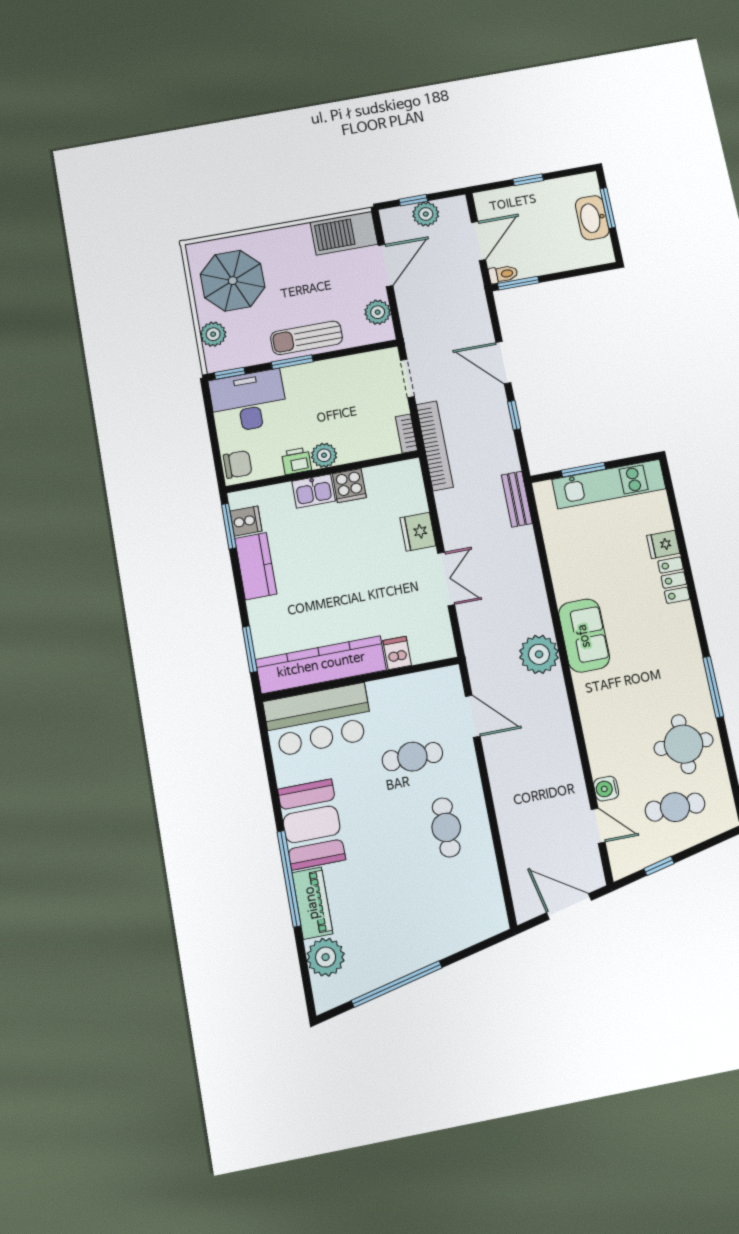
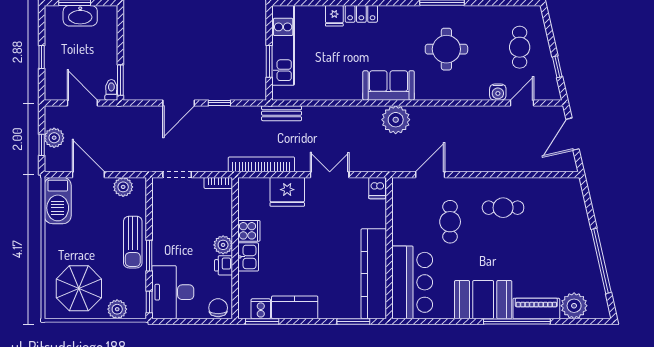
bookcase: (435, 446) -> (261, 164), moved
fridge: (418, 532) -> (287, 192), width x1.36, depth x1.34
dishwasher: (397, 653) -> (377, 188), moved, turned -90
round table: (684, 744) -> (446, 49), moved

